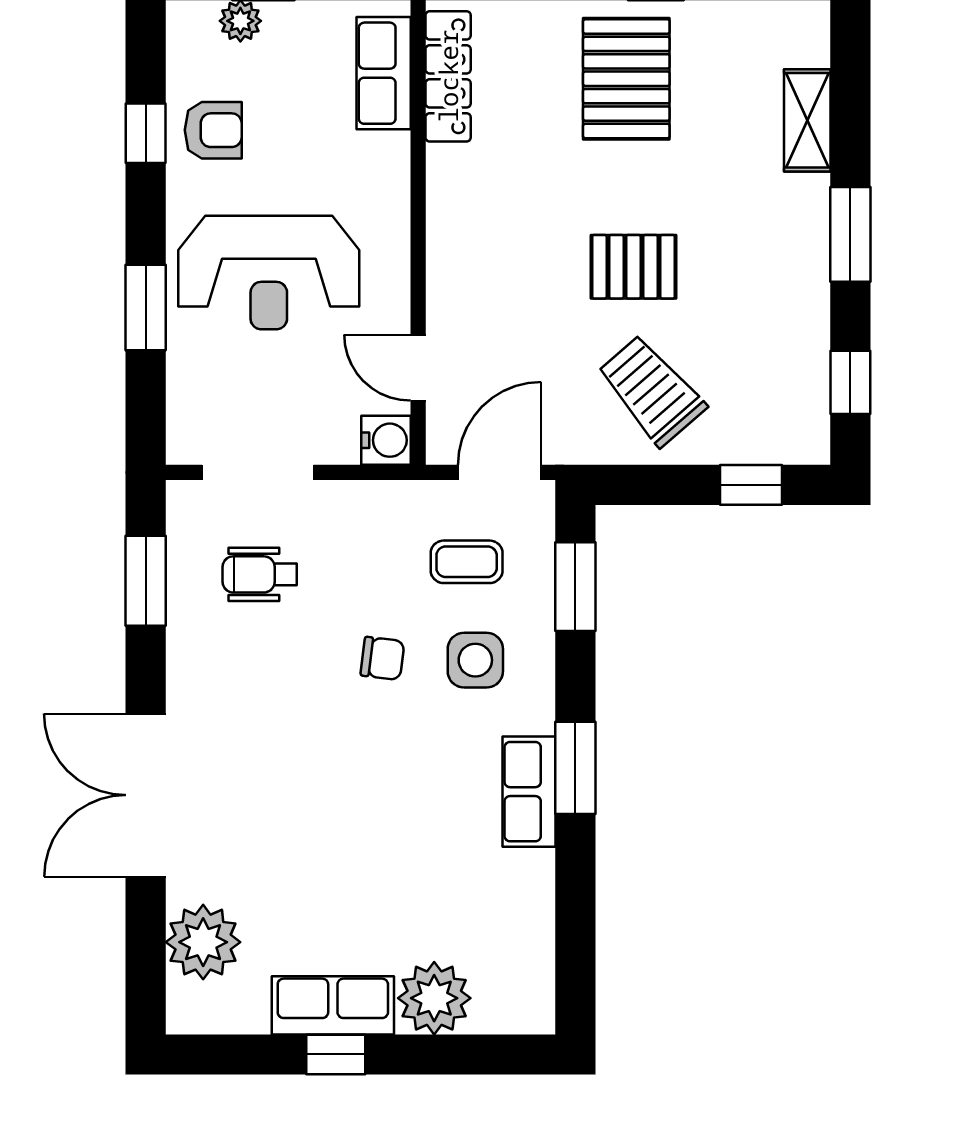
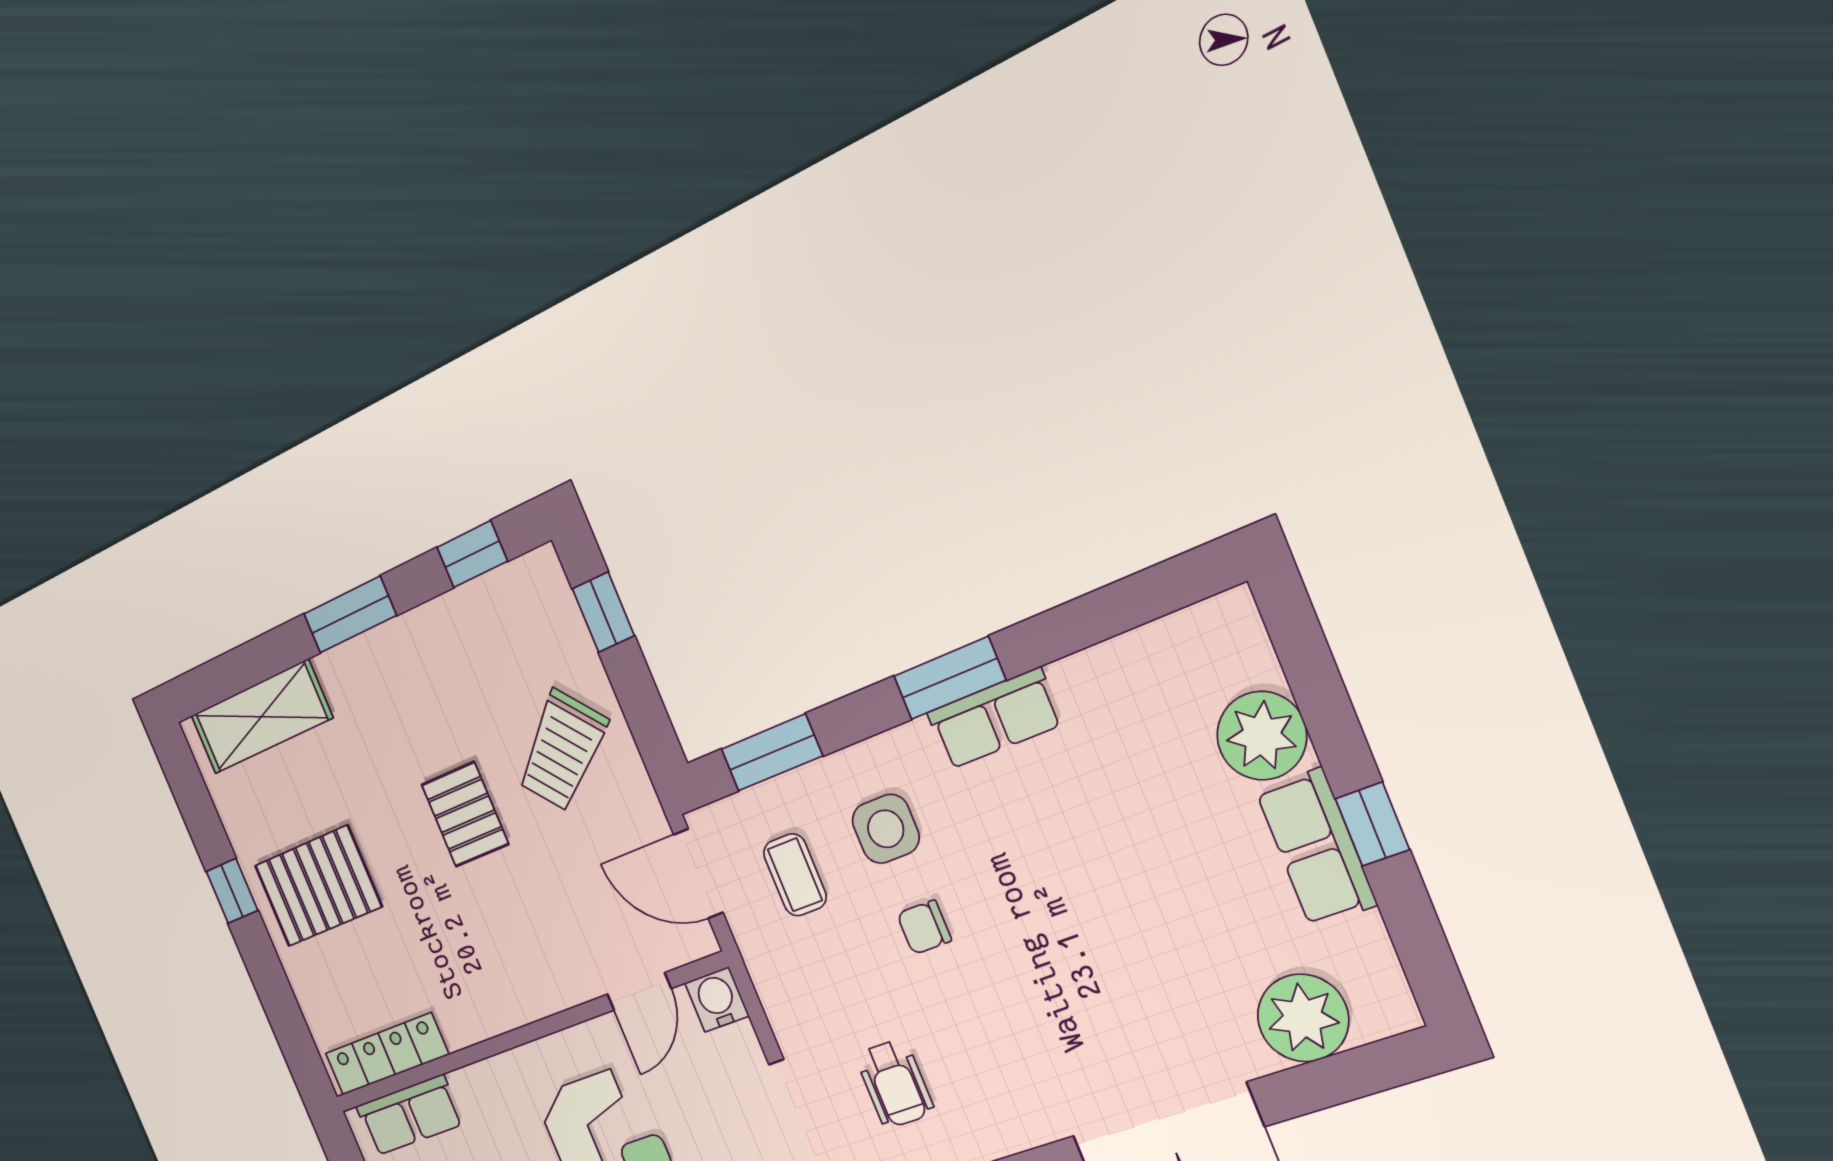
shelving: (807, 120) -> (261, 717), width x1.50, depth x1.33
chair: (382, 658) -> (924, 927), turned -97

